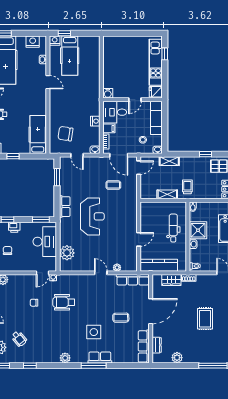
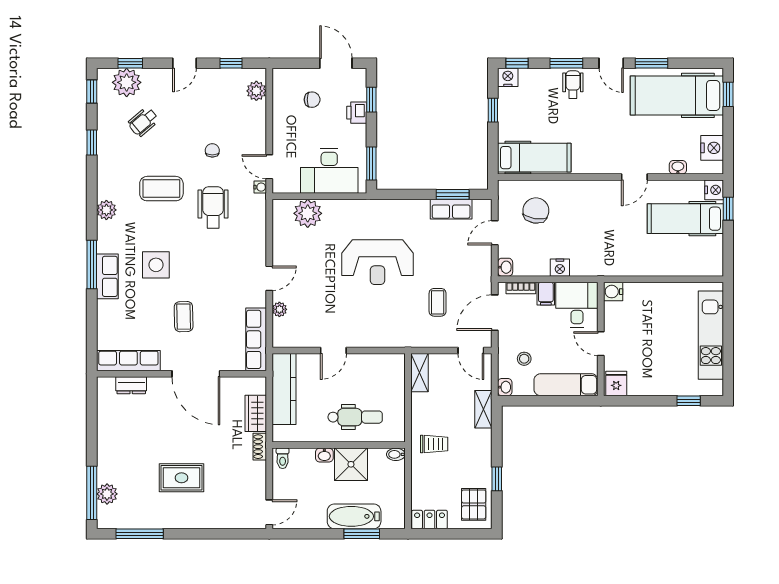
kitchen unit: (156, 62) -> (711, 335), moved, turned -90
shelving: (167, 194) -> (420, 373), moved
row of seats: (65, 207) -> (451, 209), moved
door: (139, 239) -> (333, 351), hinge flipped
coffee table: (54, 329) -> (161, 189), added
plant: (177, 358) -> (107, 494), moved

